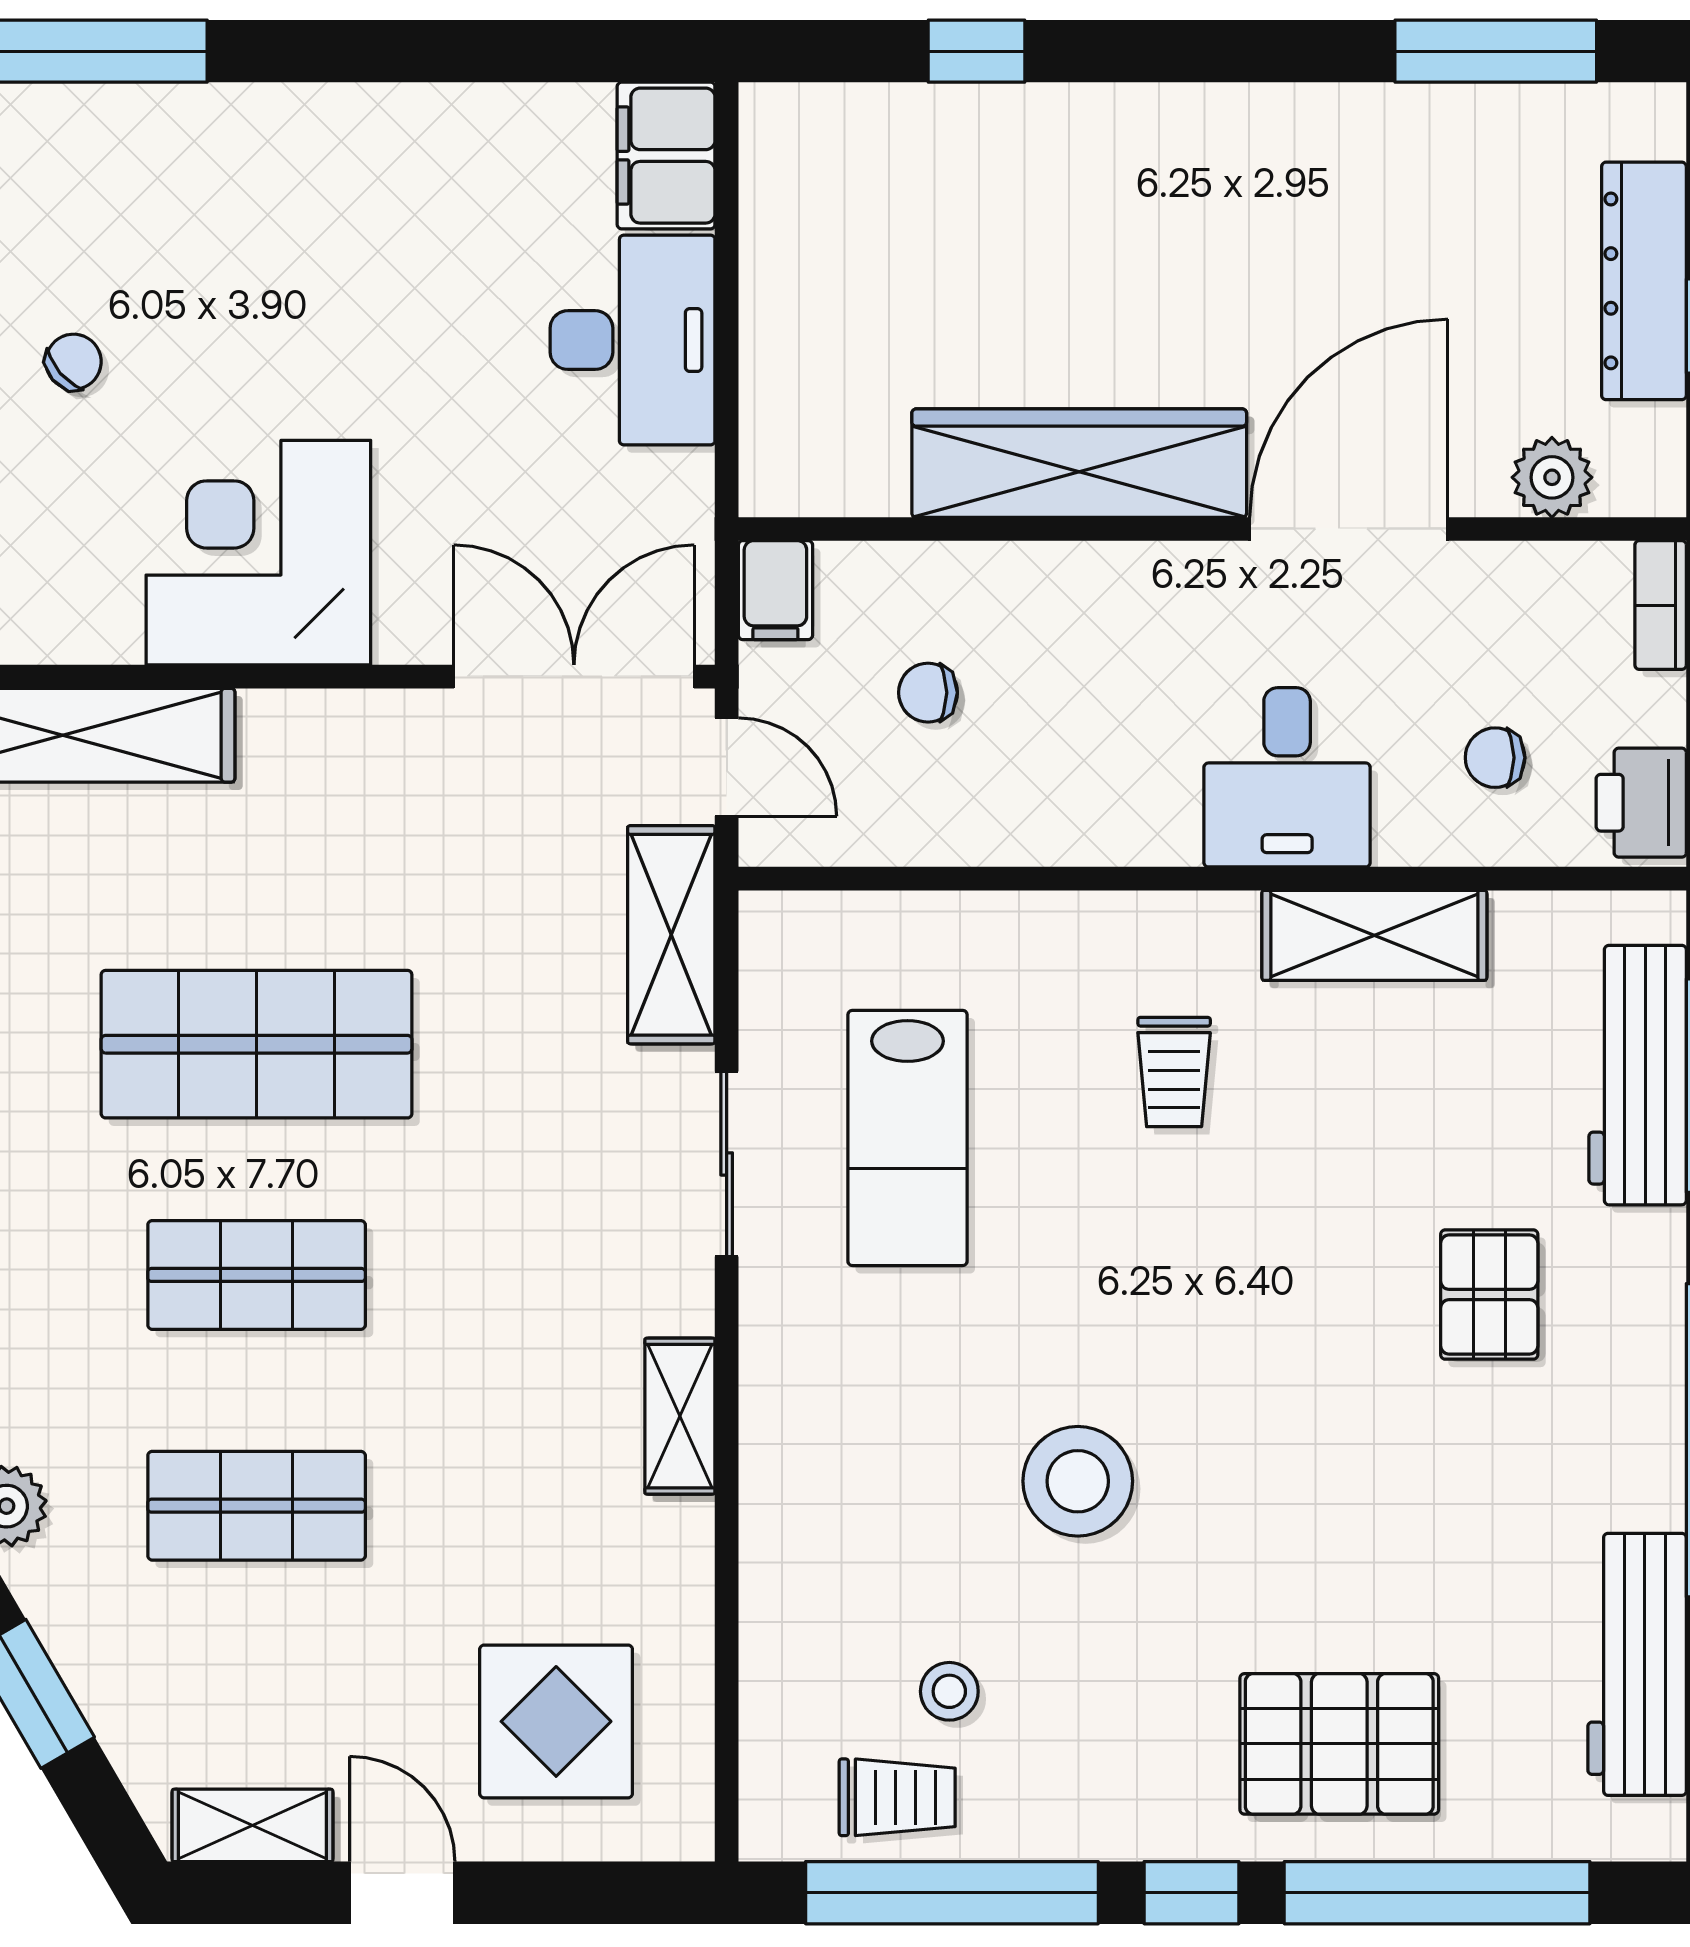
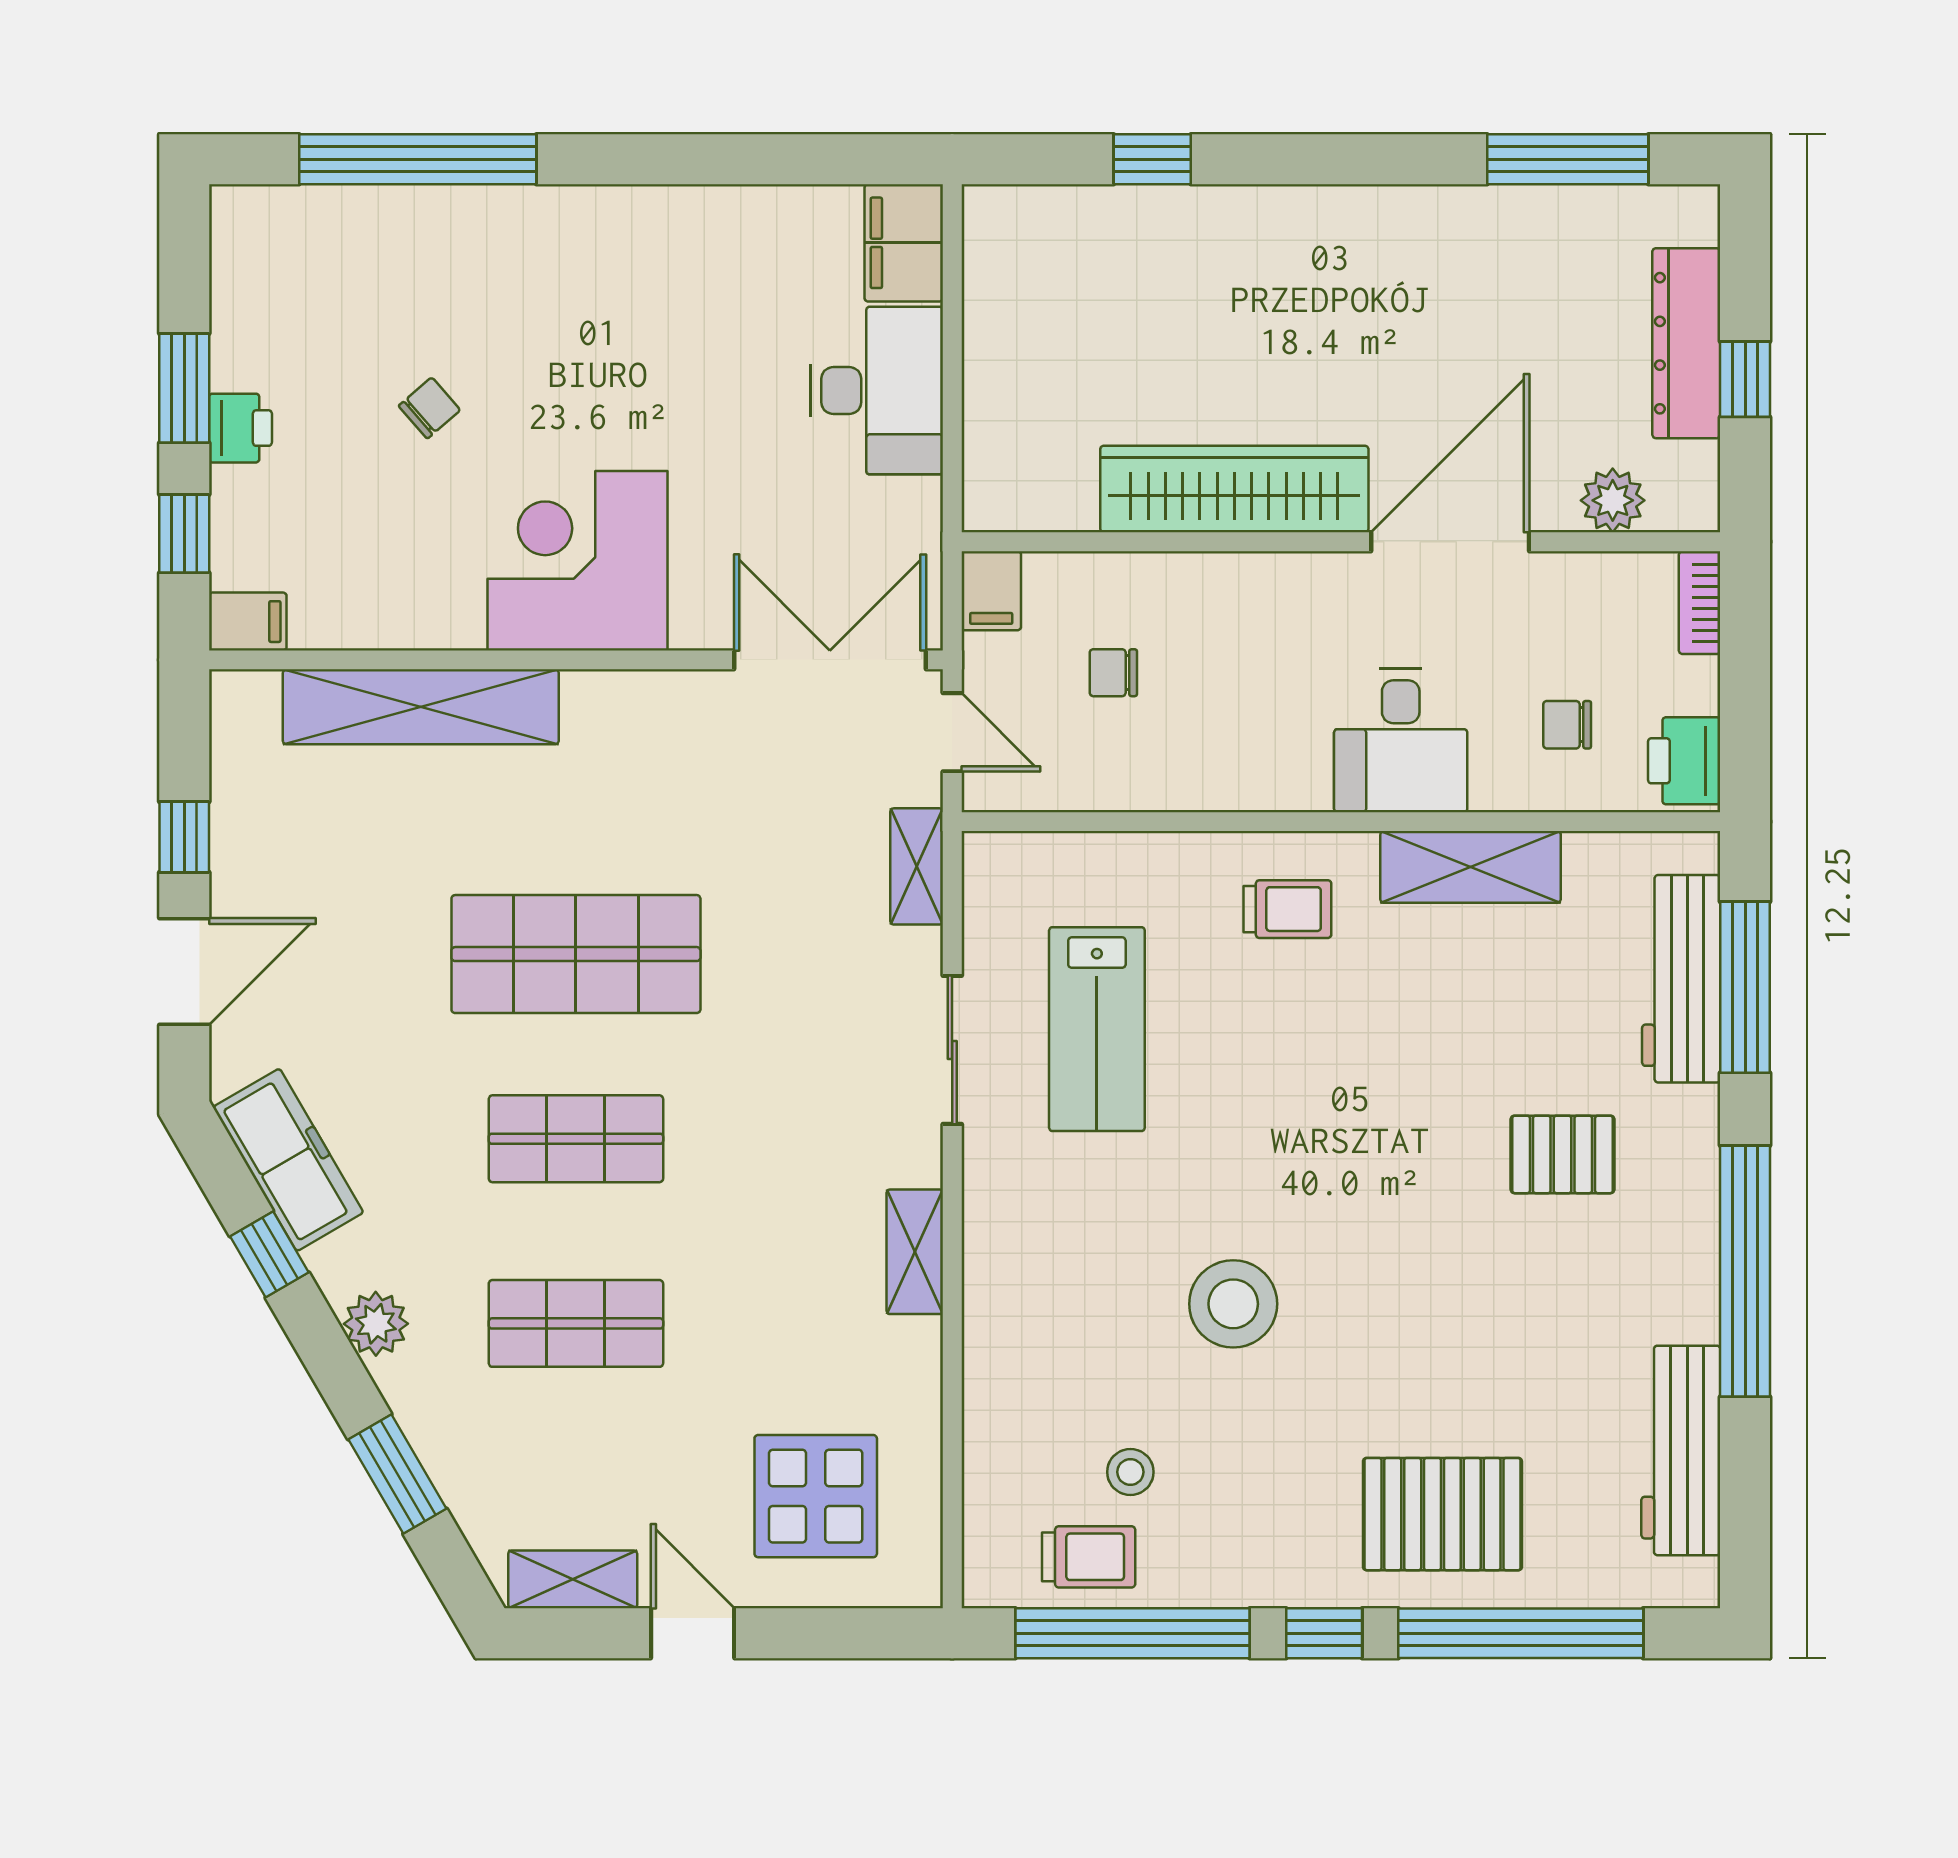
shelving: (671, 935) -> (917, 866), width x0.67, depth x0.75
trolley: (1174, 1072) -> (1287, 909), moved, turned -90
pallet: (1489, 1295) -> (1563, 1154), turned 90

